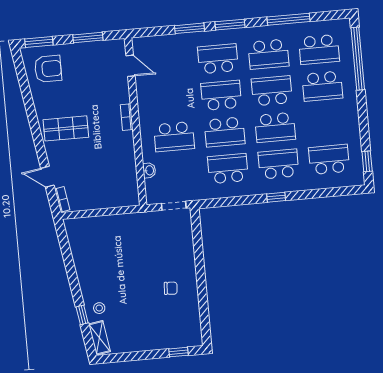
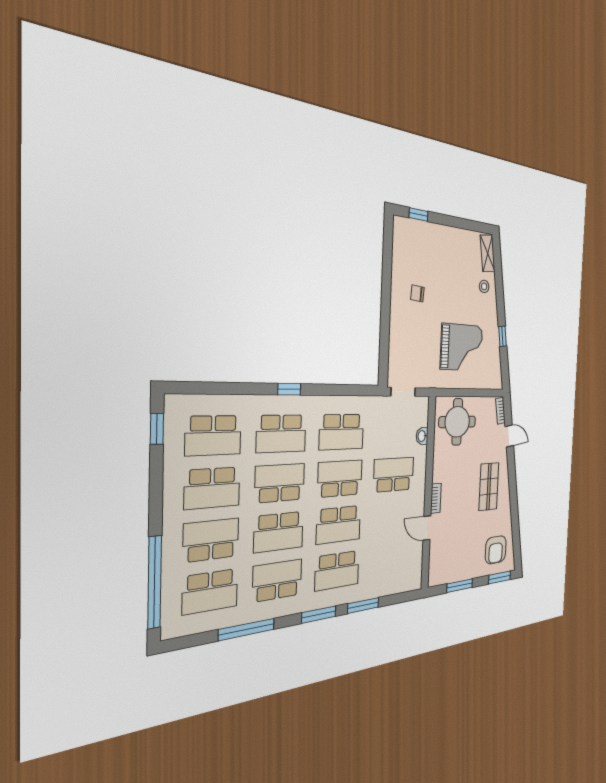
school desk: (319, 49) -> (210, 592), turned 180
door: (130, 66) -> (427, 528), moved
armchair: (48, 69) -> (496, 550), turned -90
school desk: (326, 123) -> (212, 488), added
shop shelf: (66, 128) -> (489, 487), turned 90
round table: (112, 185) -> (457, 422), added
grand piano: (117, 251) -> (462, 347), added
window: (82, 315) -> (503, 336), moved

